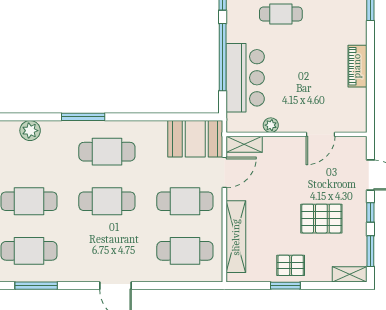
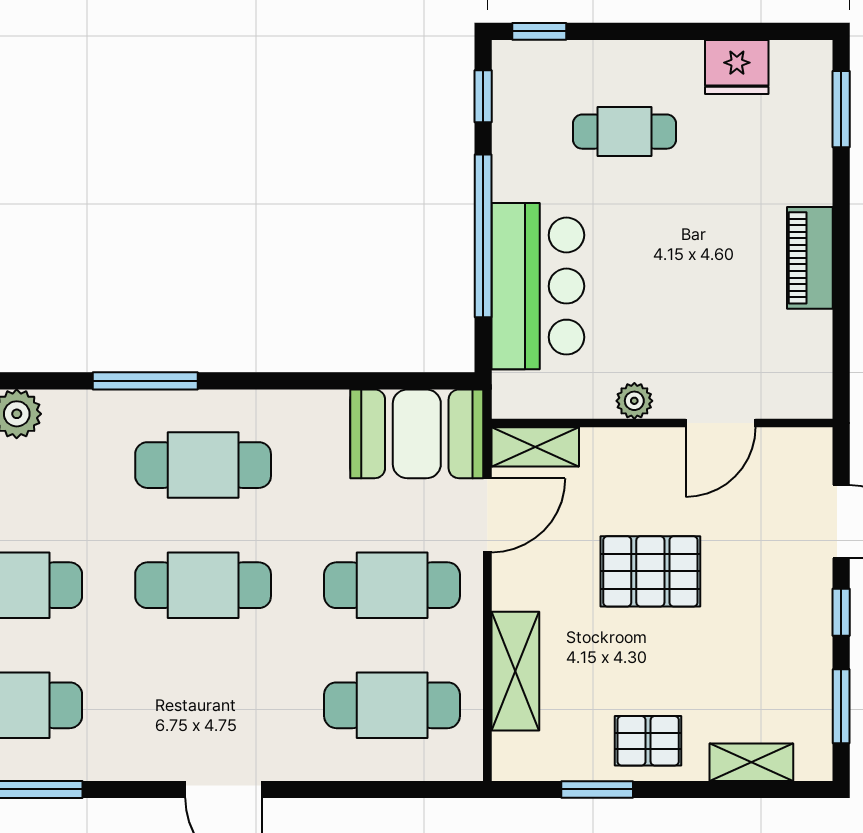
plant: (271, 125) -> (634, 401), moved
pallet: (321, 219) -> (650, 571), moved
shelving: (236, 237) -> (515, 671), width x0.68
shelving: (350, 274) -> (751, 762), moved
window: (285, 286) -> (597, 789), moved

